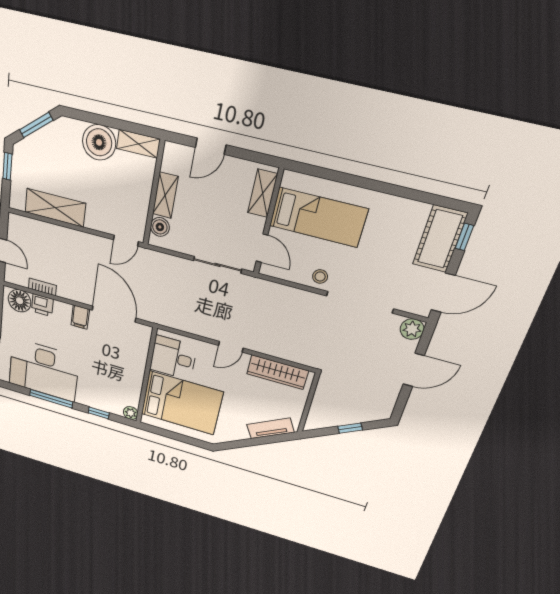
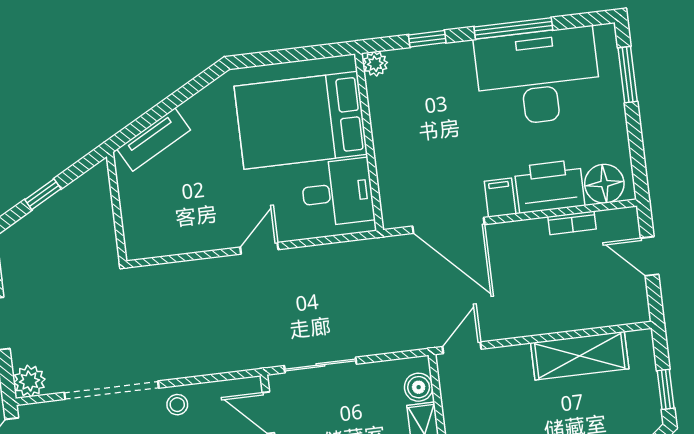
printer: (42, 305) -> (549, 186), width x1.87, depth x1.48
wardrobe: (277, 372) -> (179, 238), removed

